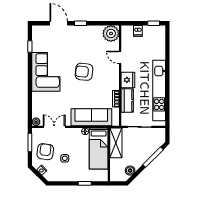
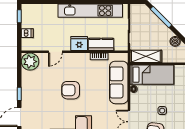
armchair: (84, 72) -> (71, 90), turned 84

